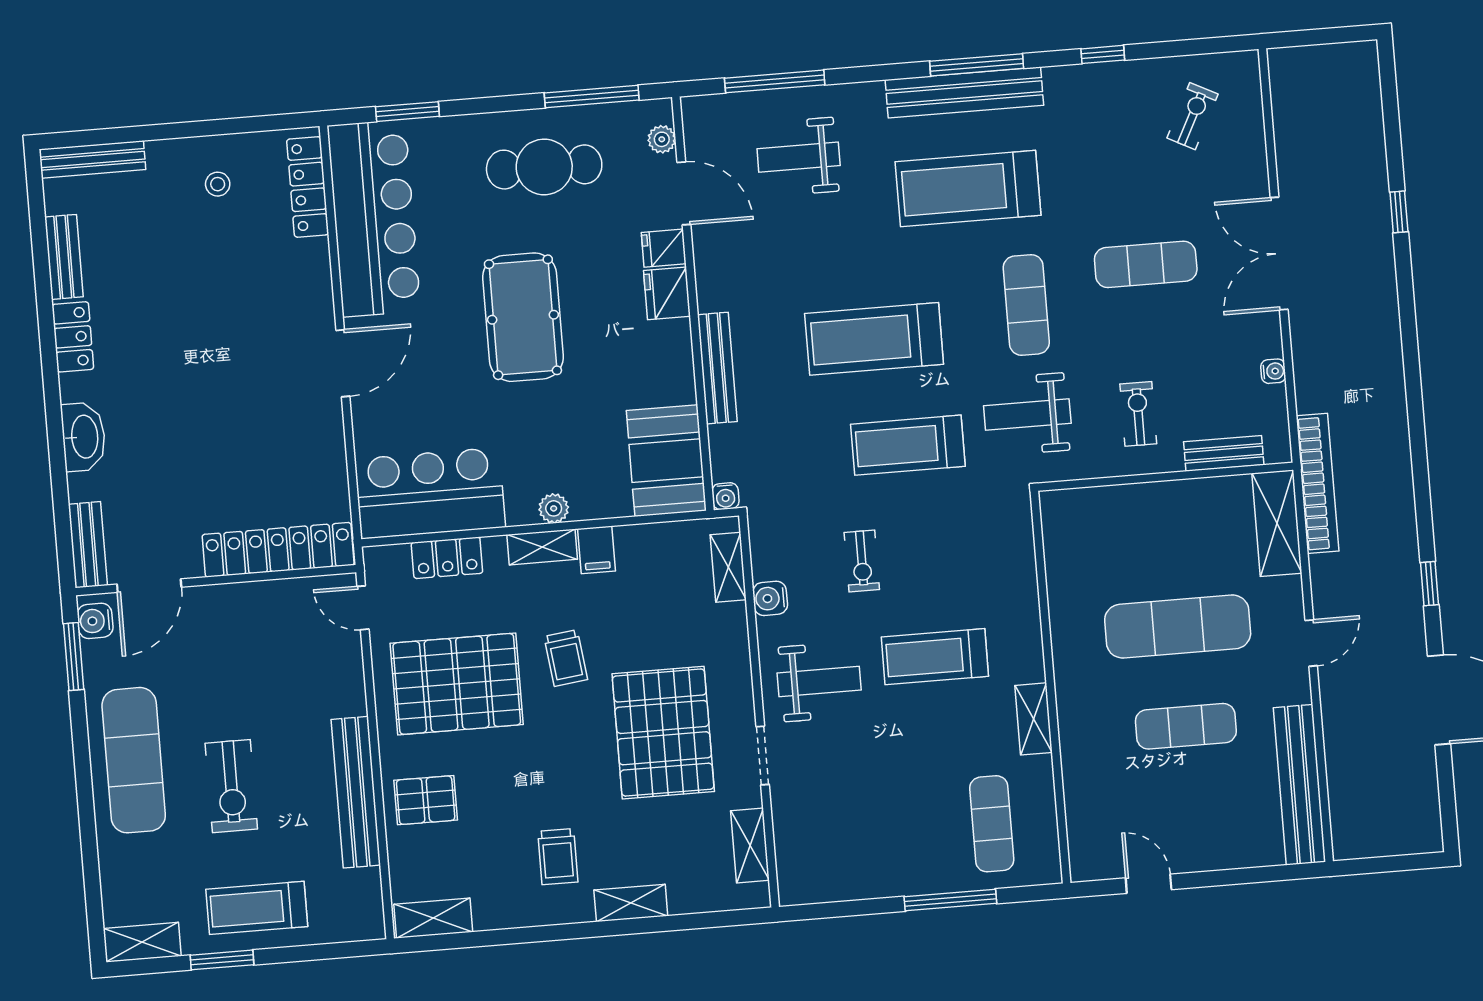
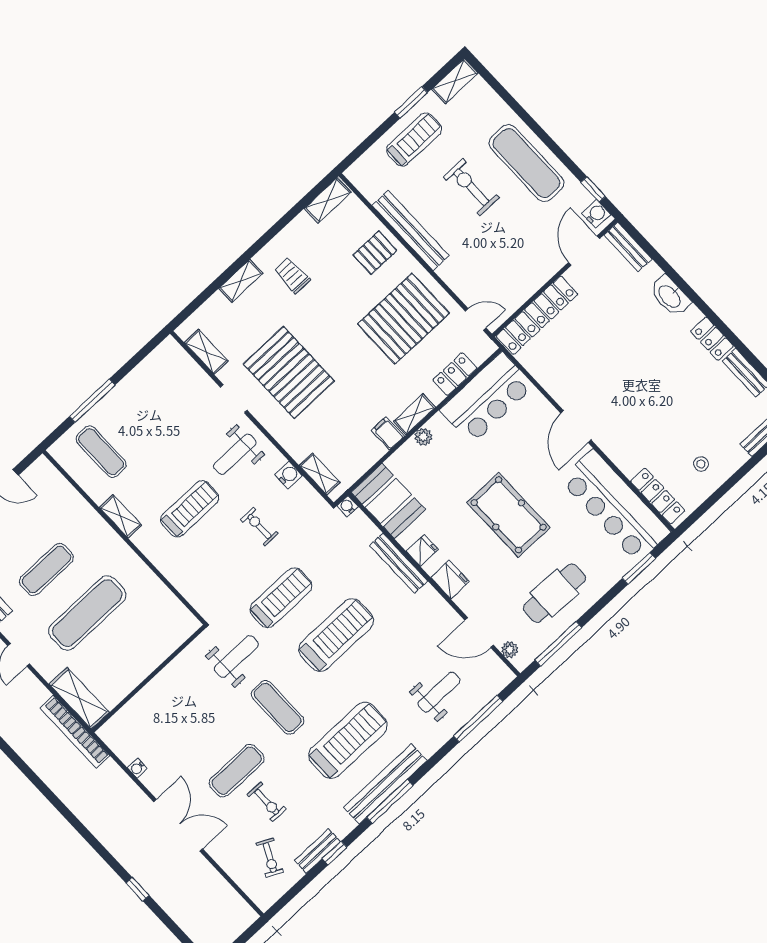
fridge: (664, 248) -> (422, 550), moved
exercise bike: (1138, 414) -> (267, 802), moved
bench: (1224, 453) -> (318, 851), moved
window: (74, 656) -> (593, 189), width x0.67
trolley: (566, 658) -> (362, 371), removed

